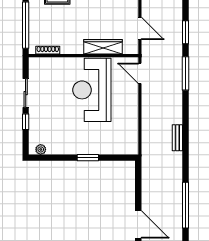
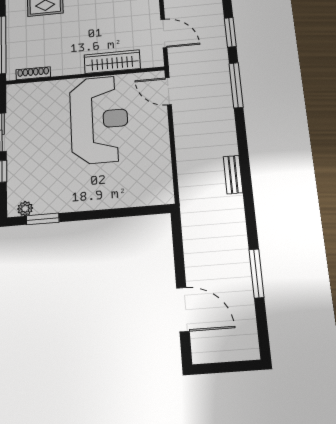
reception desk: (92, 90) -> (99, 120), turned 180
window: (88, 158) -> (43, 219), moved
window: (185, 205) -> (256, 273), width x0.68

